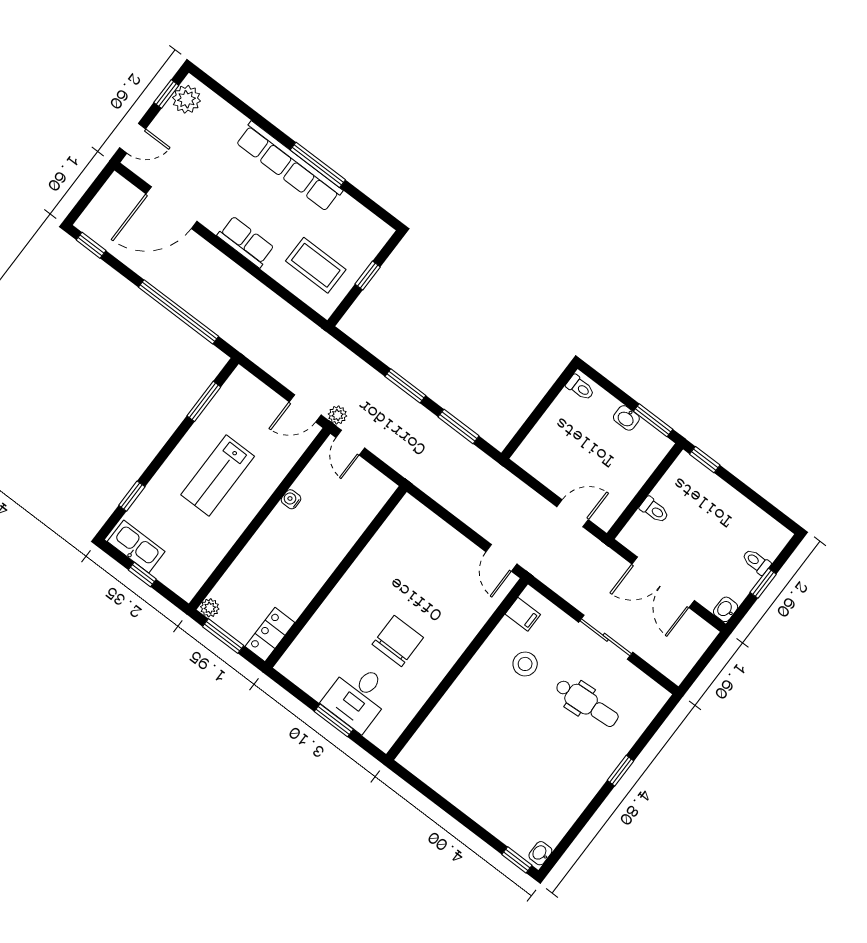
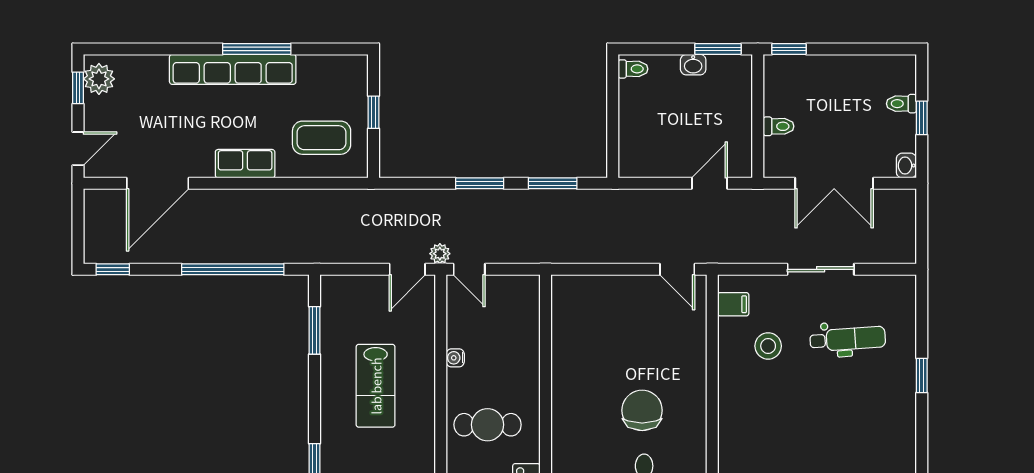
cafe table: (277, 566) -> (488, 425), added

